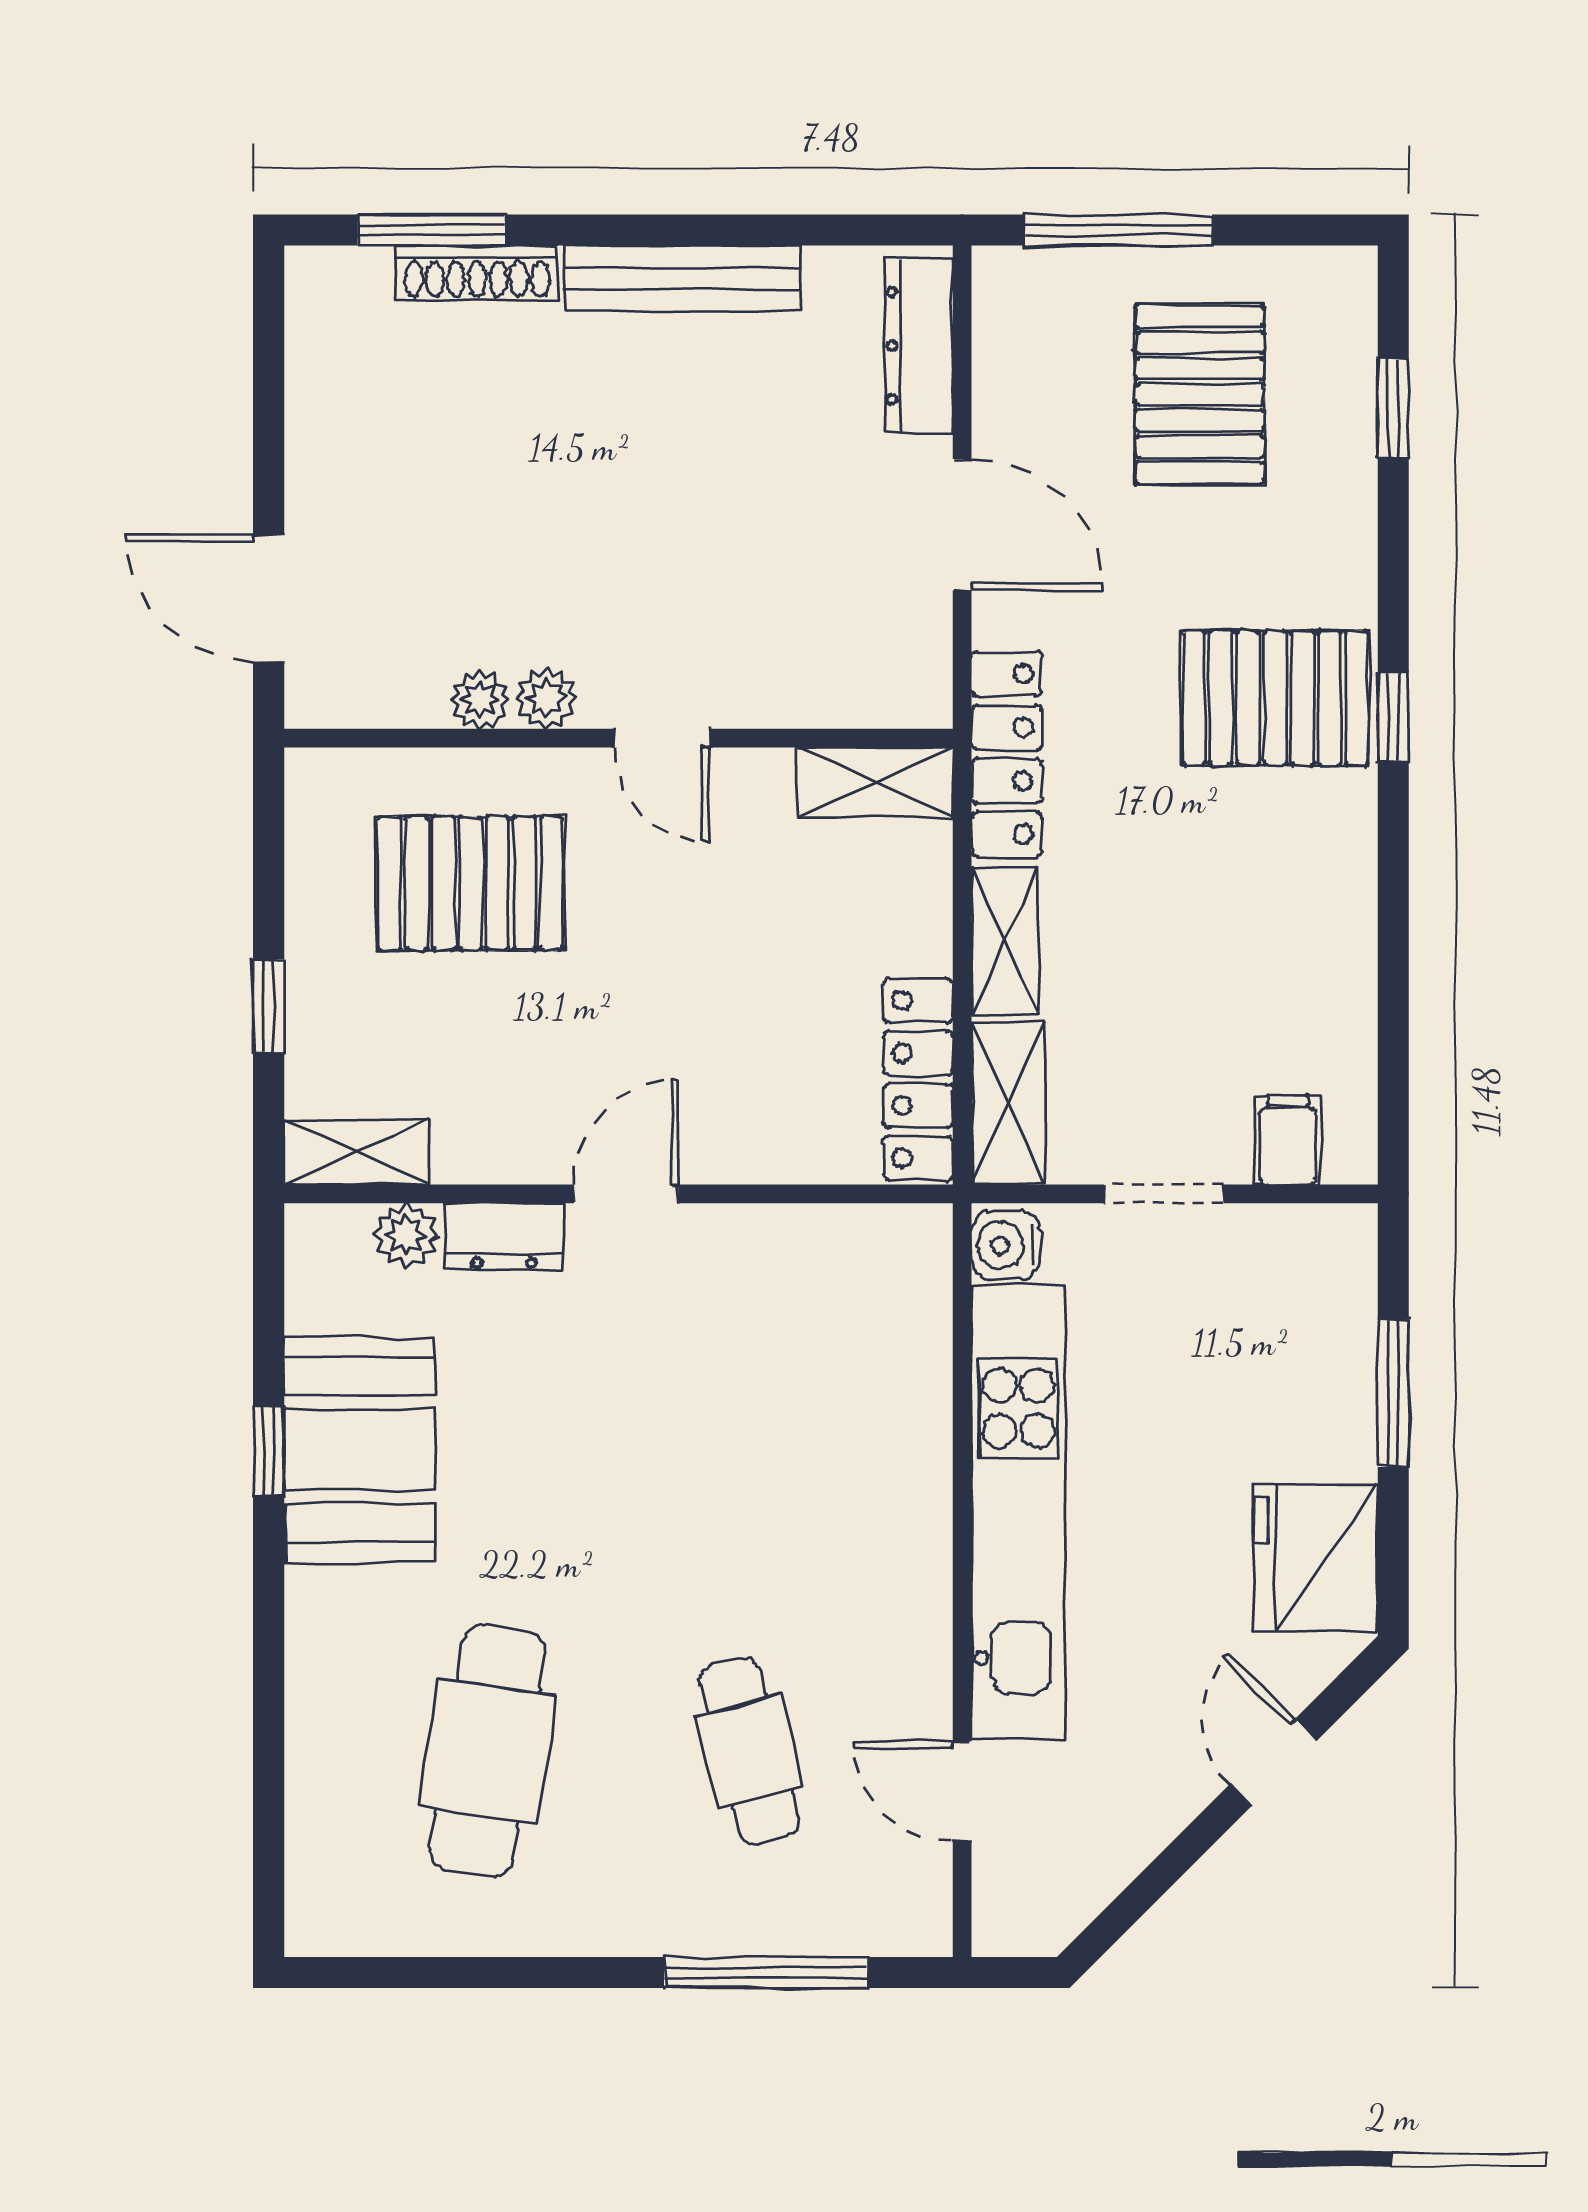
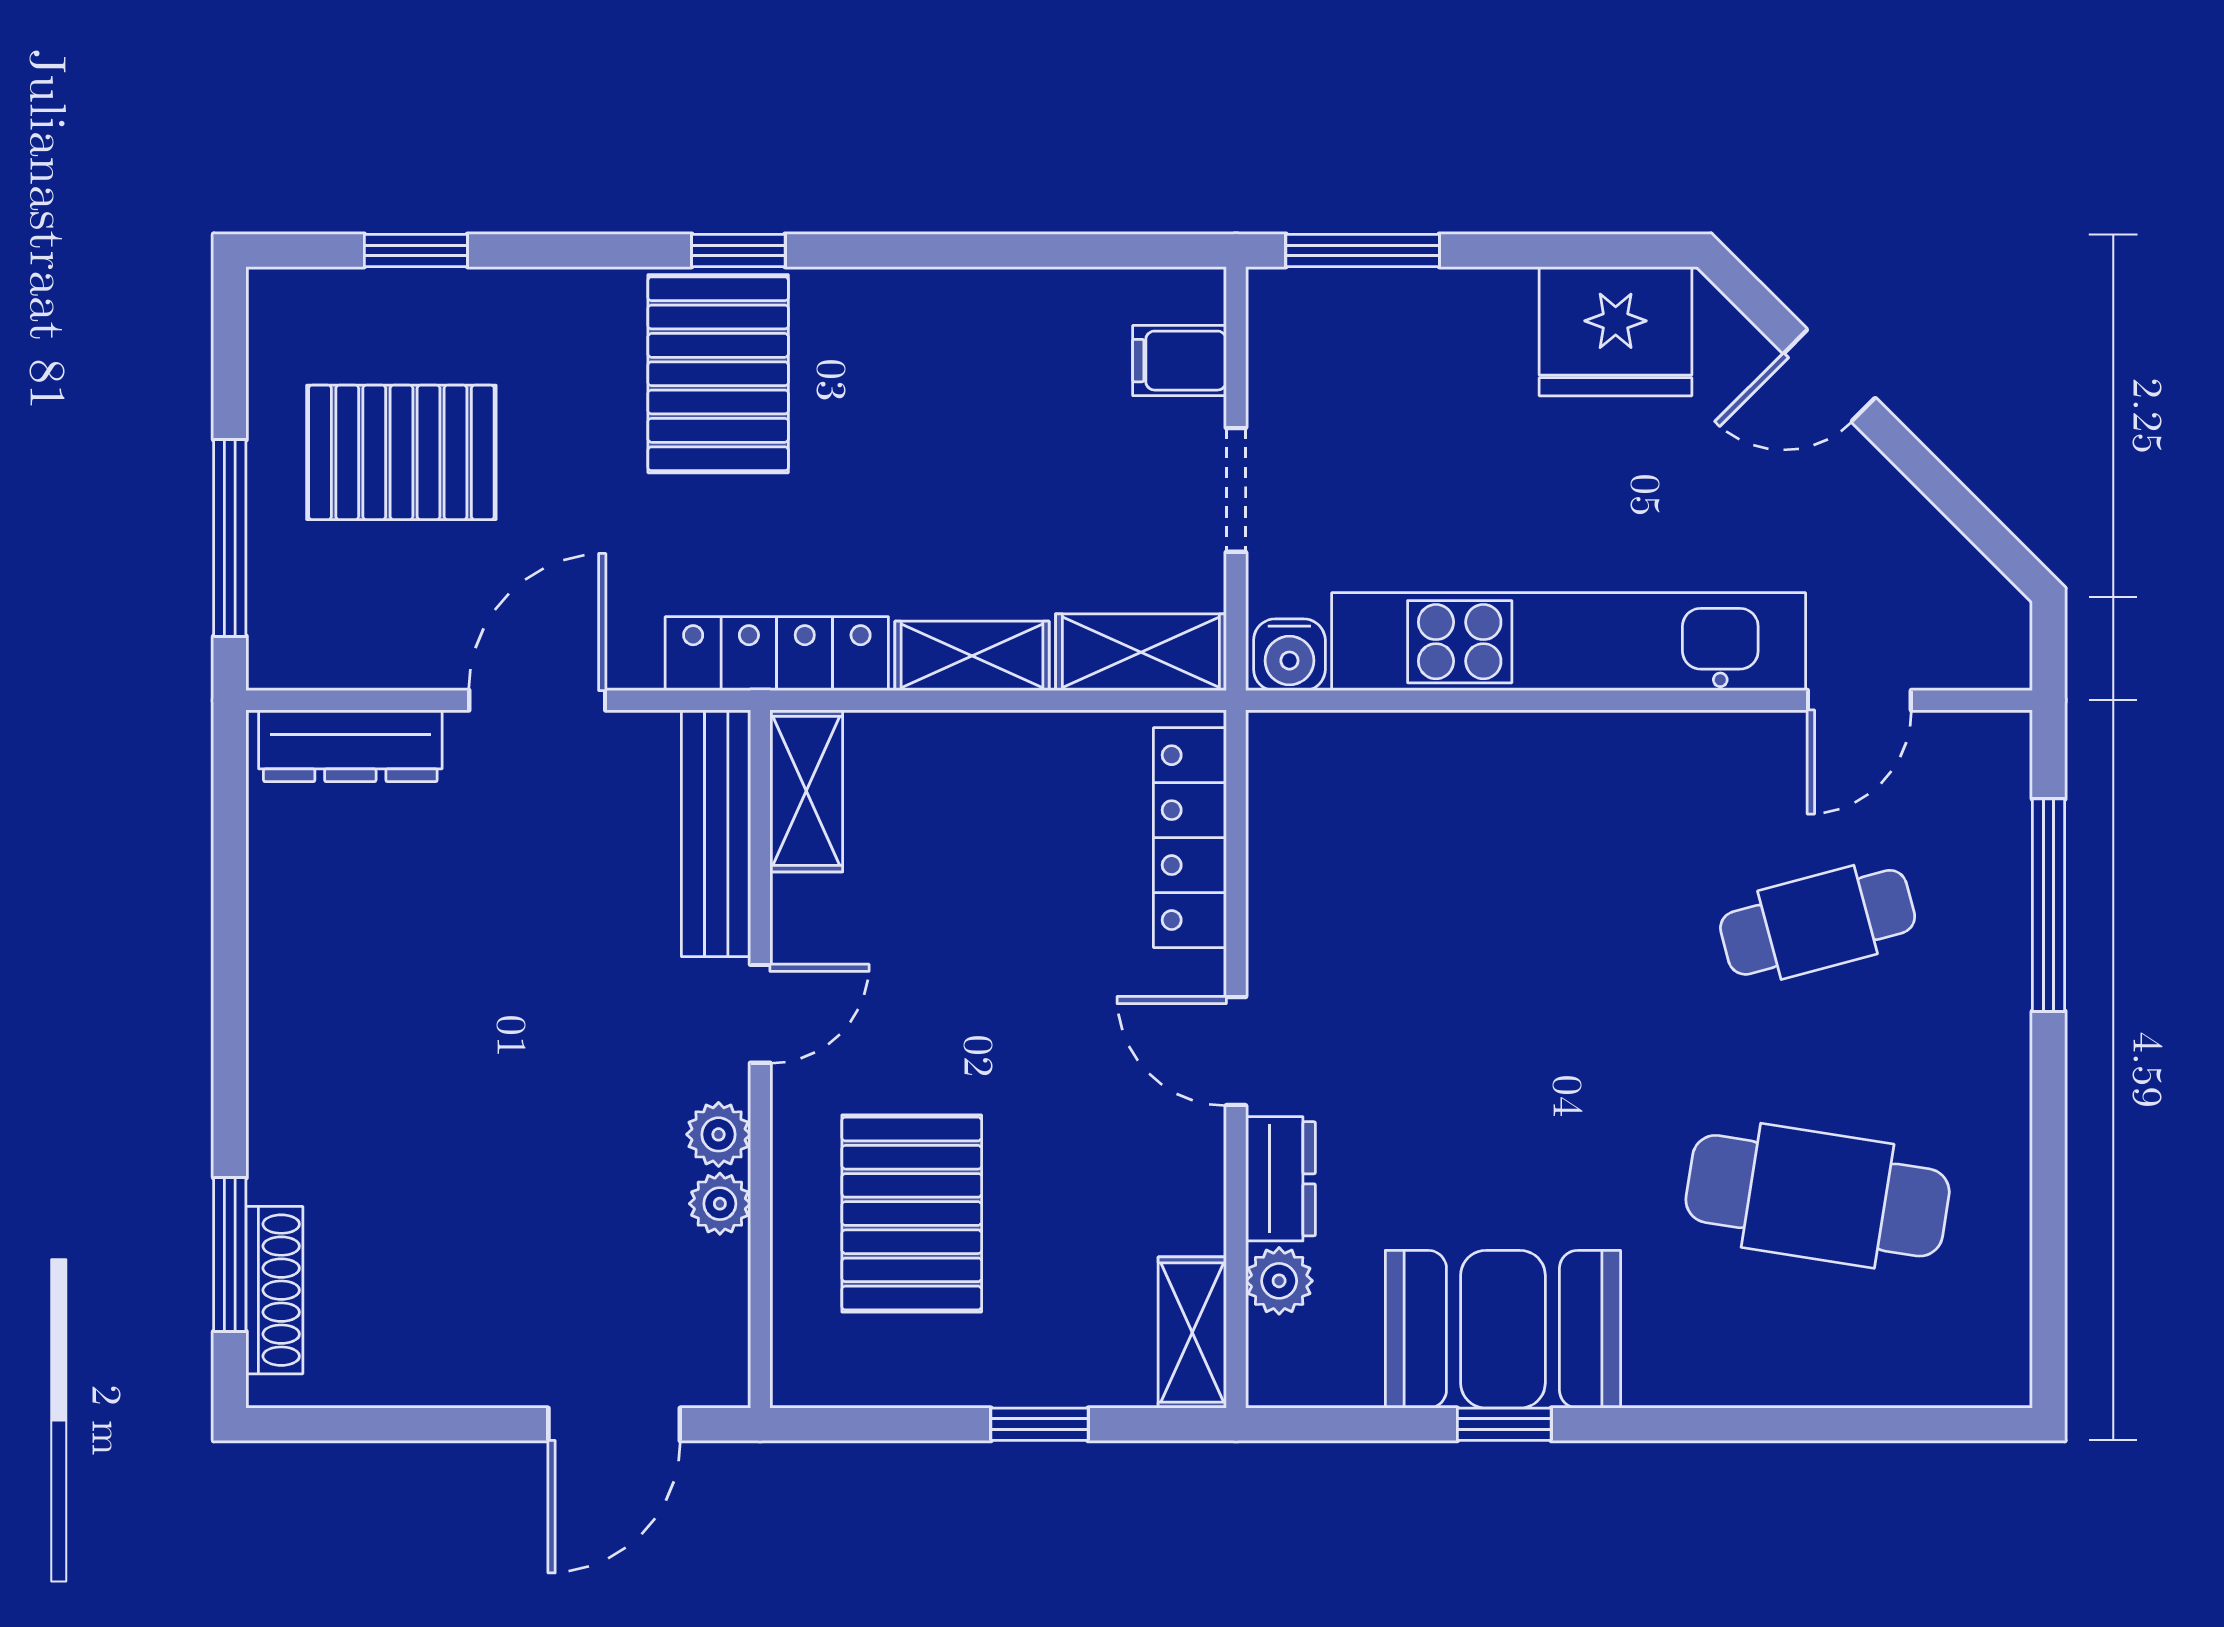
shoe rack: (477, 273) -> (274, 1290), moved
bench: (682, 279) -> (716, 833), moved
locker: (918, 1079) -> (1190, 838), moved, turned 90
window: (1393, 1393) -> (1363, 250), moved

